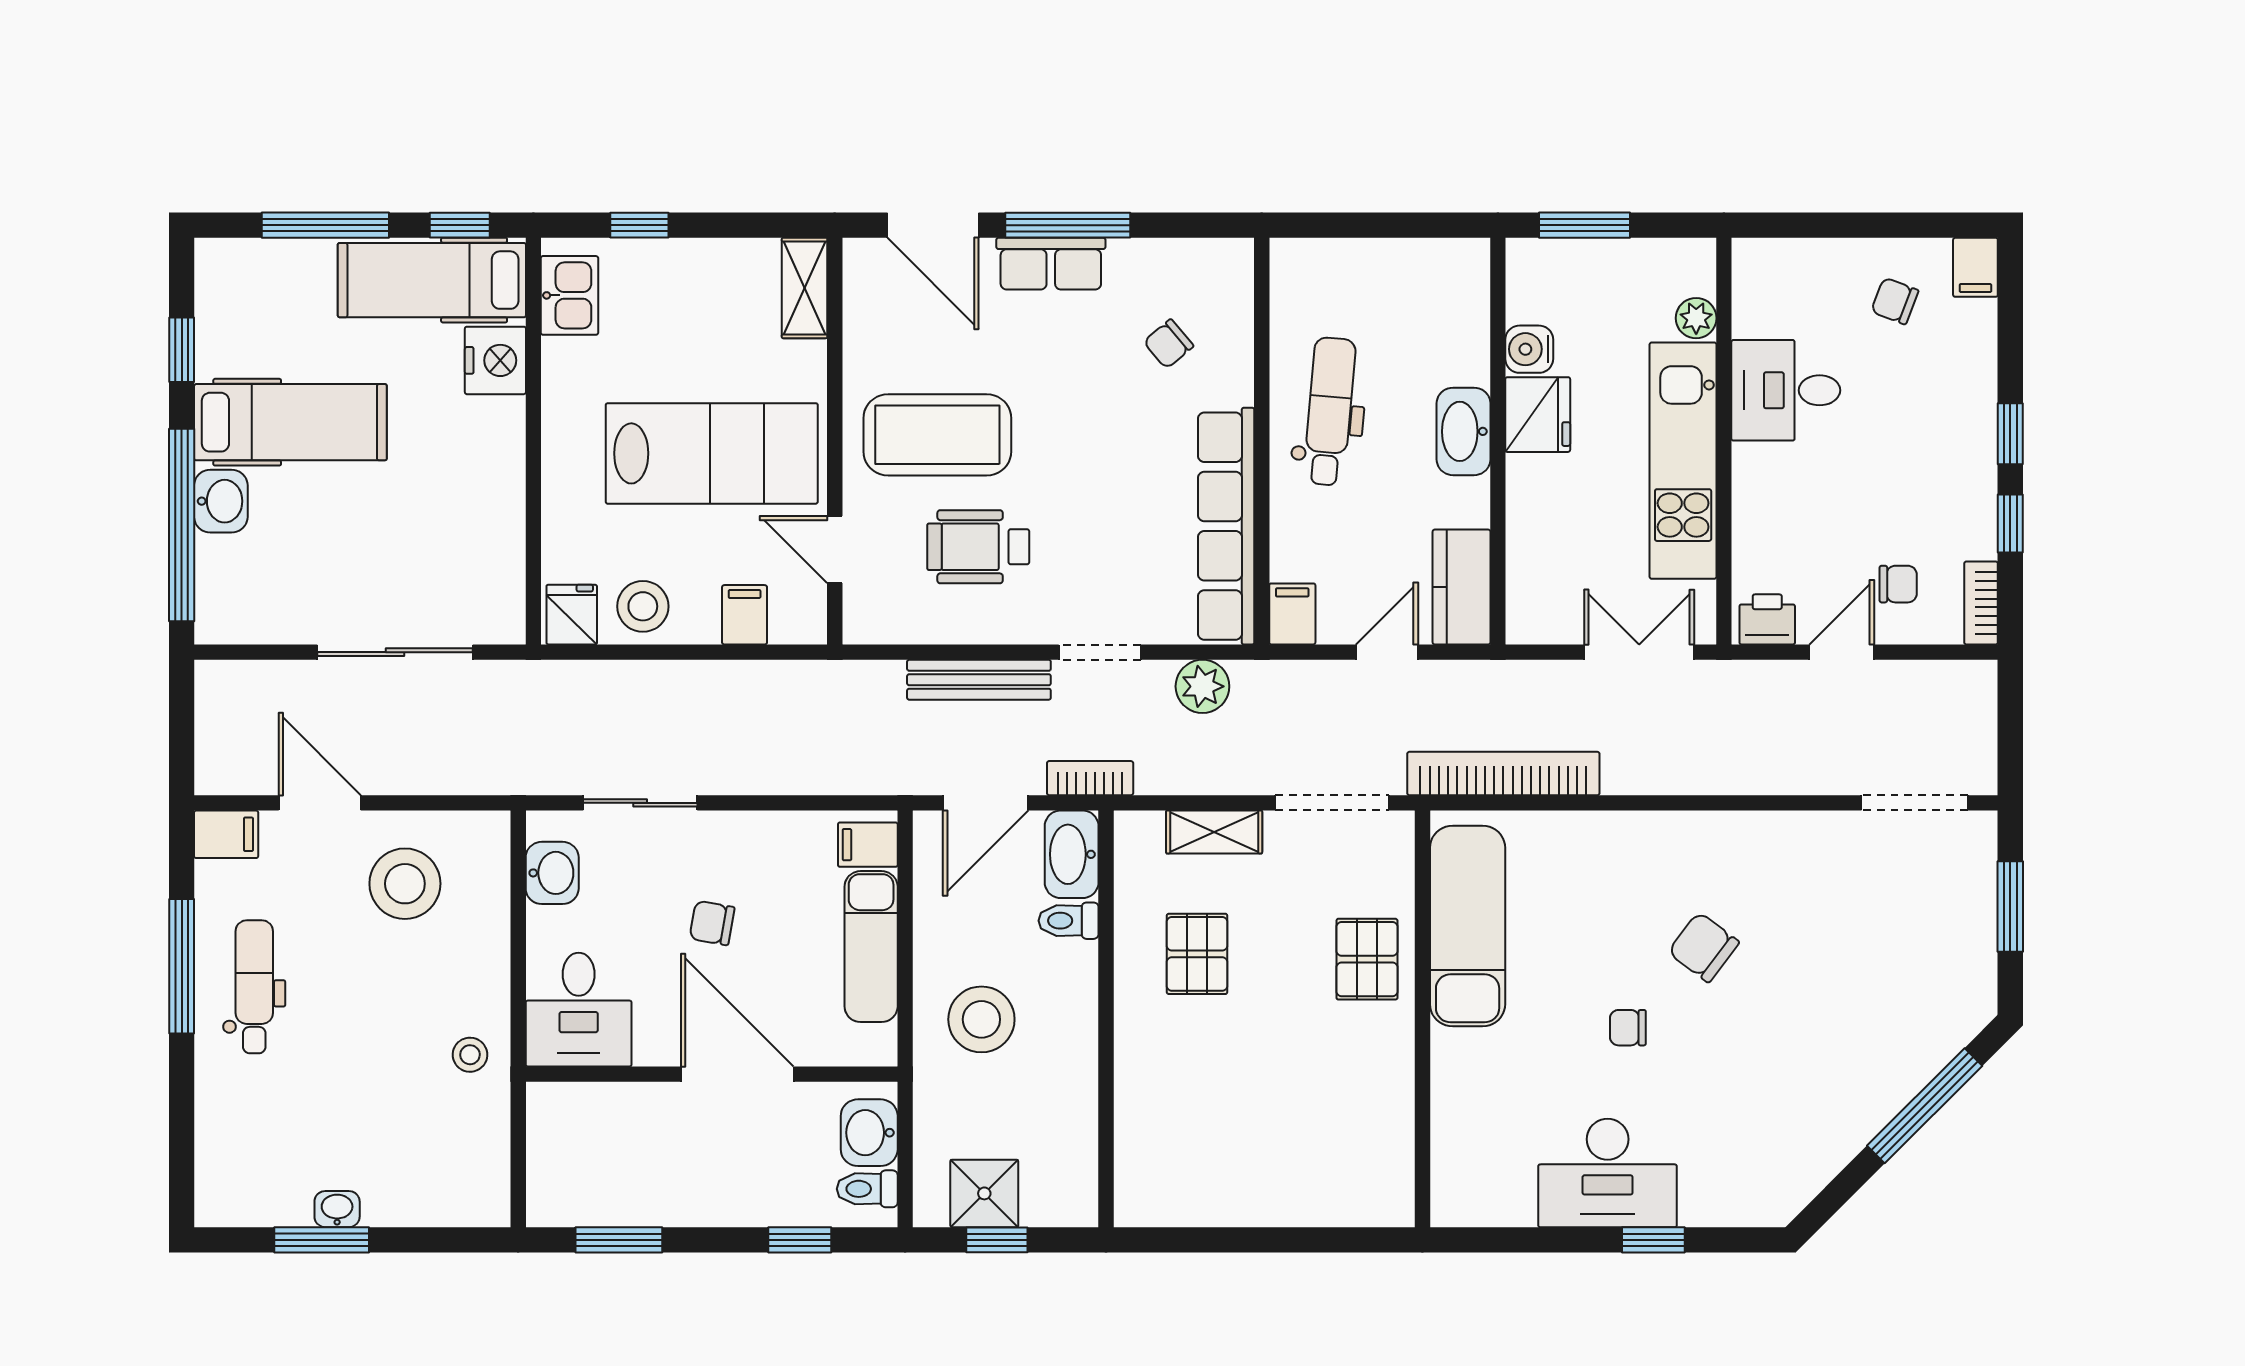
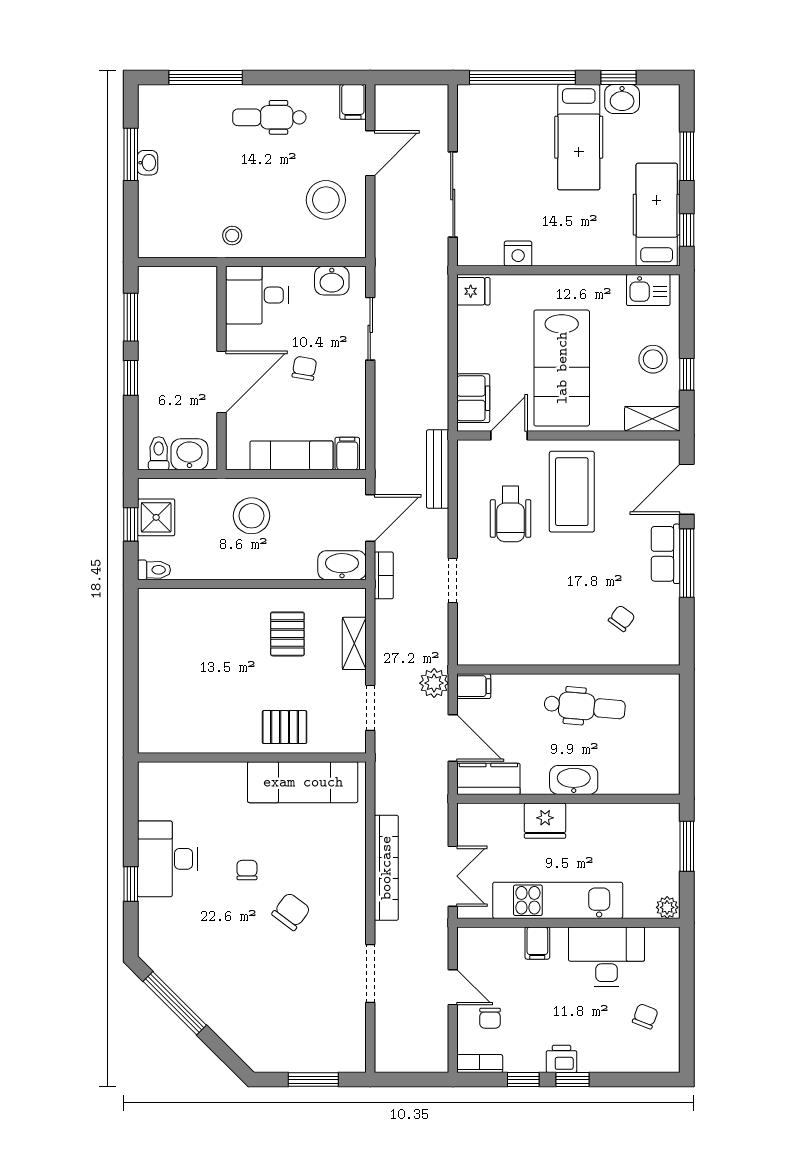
window: (325, 225) -> (687, 156), width x0.69
window: (639, 225) -> (687, 374), moved
filing cabinet: (1975, 267) -> (537, 943), moved, turned -90
plant: (1696, 318) -> (667, 907), moved
chair: (1169, 344) -> (622, 618), turned 76
water cooler: (1529, 349) -> (619, 816), removed
nightstand: (495, 360) -> (518, 254), moved, width x0.74, depth x0.75
desk: (1786, 390) -> (607, 957), width x1.37
fridge: (1538, 415) -> (545, 821), moved
washbasin: (221, 501) -> (622, 99), moved
row of seats: (1226, 526) -> (522, 650), removed
wheelchair: (978, 547) -> (511, 514), turned 180
stool: (643, 606) -> (653, 359), moved
filing cabinet: (745, 615) -> (473, 398), width x2.00
printer: (1767, 619) -> (561, 1059), moved, turned -90
door: (1387, 652) -> (453, 738), width x1.38
bench: (979, 680) -> (438, 469), moved
plant: (1202, 686) -> (434, 683), moved
bookcase: (1503, 773) -> (386, 868), moved
door: (986, 803) -> (370, 518), swing flipped
doorway: (1332, 803) -> (370, 708), width x0.73
doorway: (1915, 803) -> (370, 973), moved
toilet: (1069, 921) -> (154, 570), moved, turned 90
pallet: (1197, 954) -> (287, 634), turned 90
window: (182, 966) -> (206, 78), moved
dental chair: (254, 987) -> (269, 117), turned 180
window: (1925, 1106) -> (175, 1003), moved
window: (800, 1240) -> (131, 378), moved

